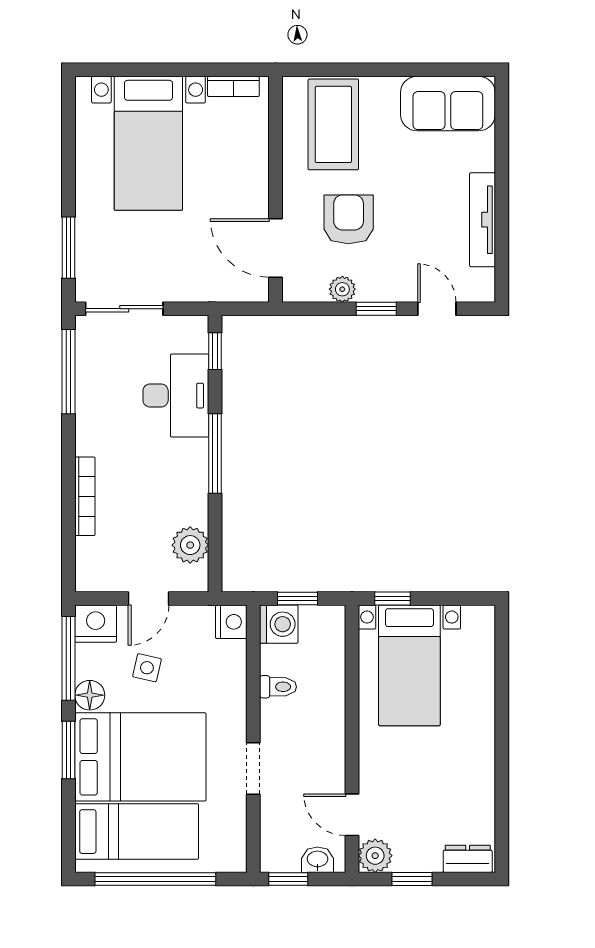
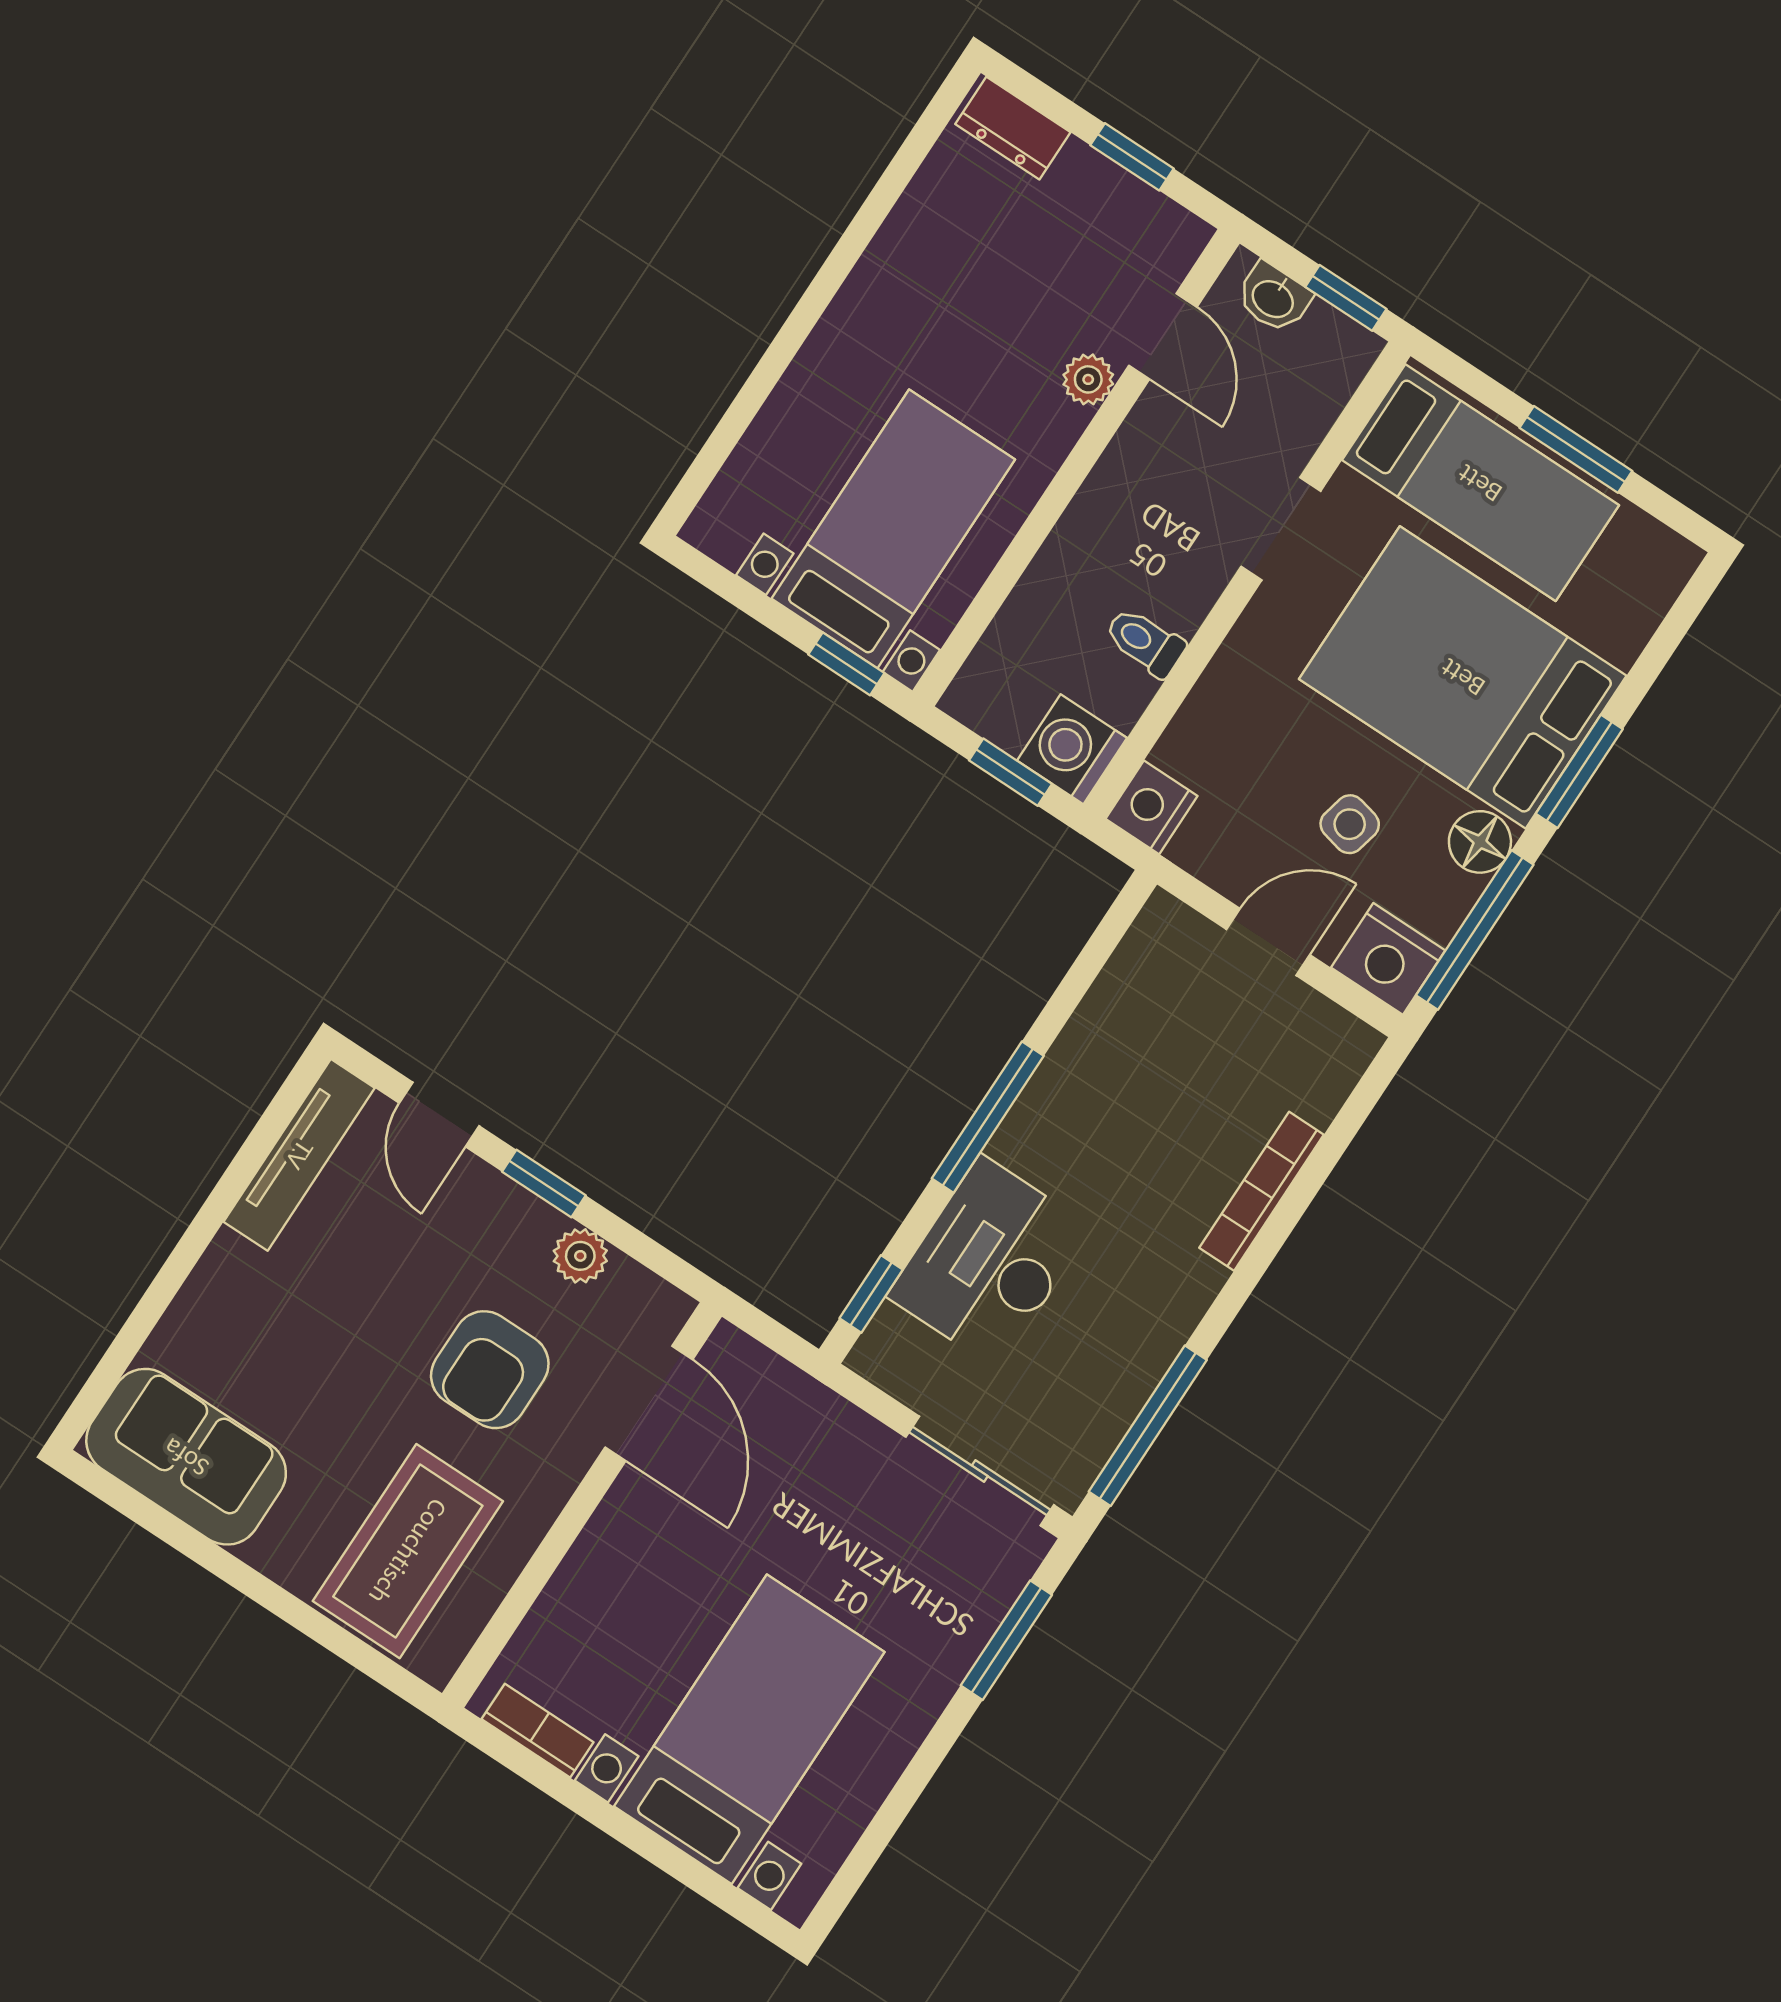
tv unit: (483, 220) -> (299, 1155), moved
plant: (190, 545) -> (1135, 987), removed
bed: (137, 832) -> (1480, 483), moved, turned 180
plant: (375, 856) -> (1088, 379), moved, width x0.73, depth x0.73
window: (155, 879) -> (1576, 449), width x0.47

